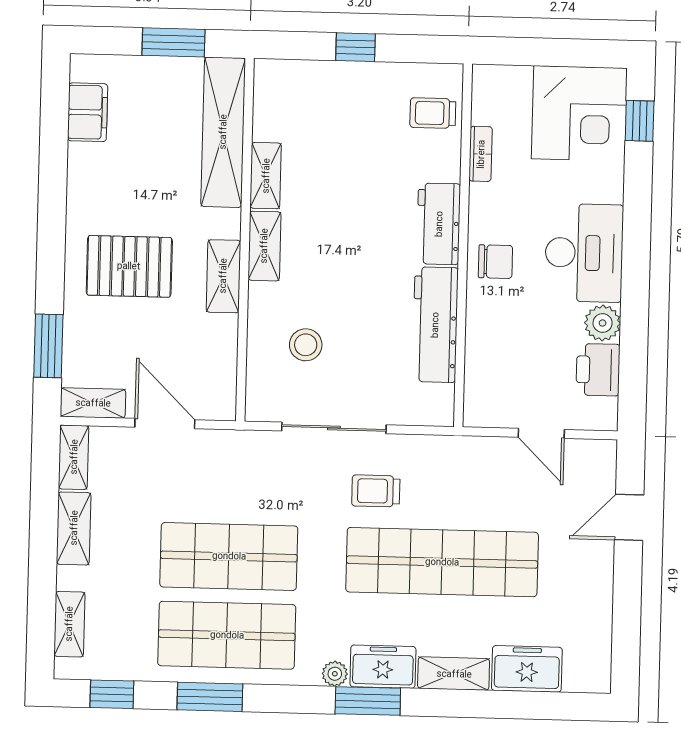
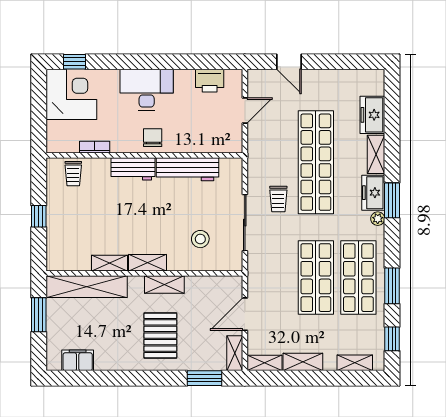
plant: (603, 323) -> (184, 79), removed

